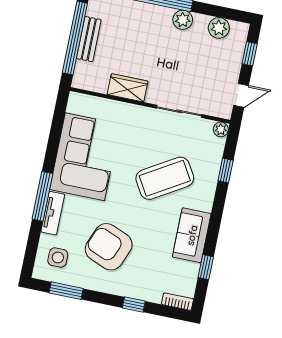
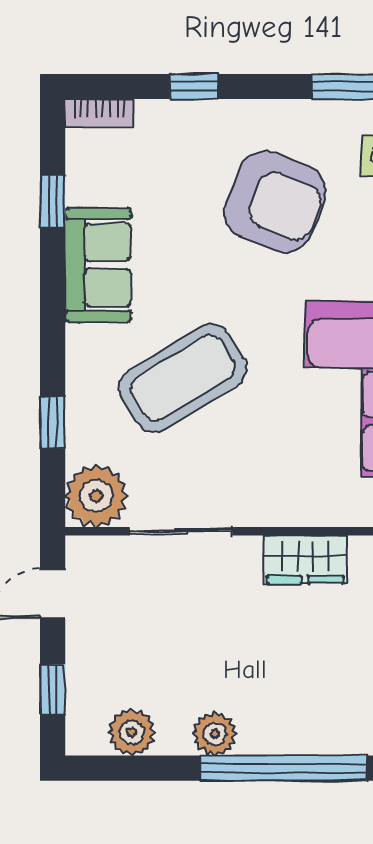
plant: (221, 129) -> (96, 496), width x1.88, depth x1.88

